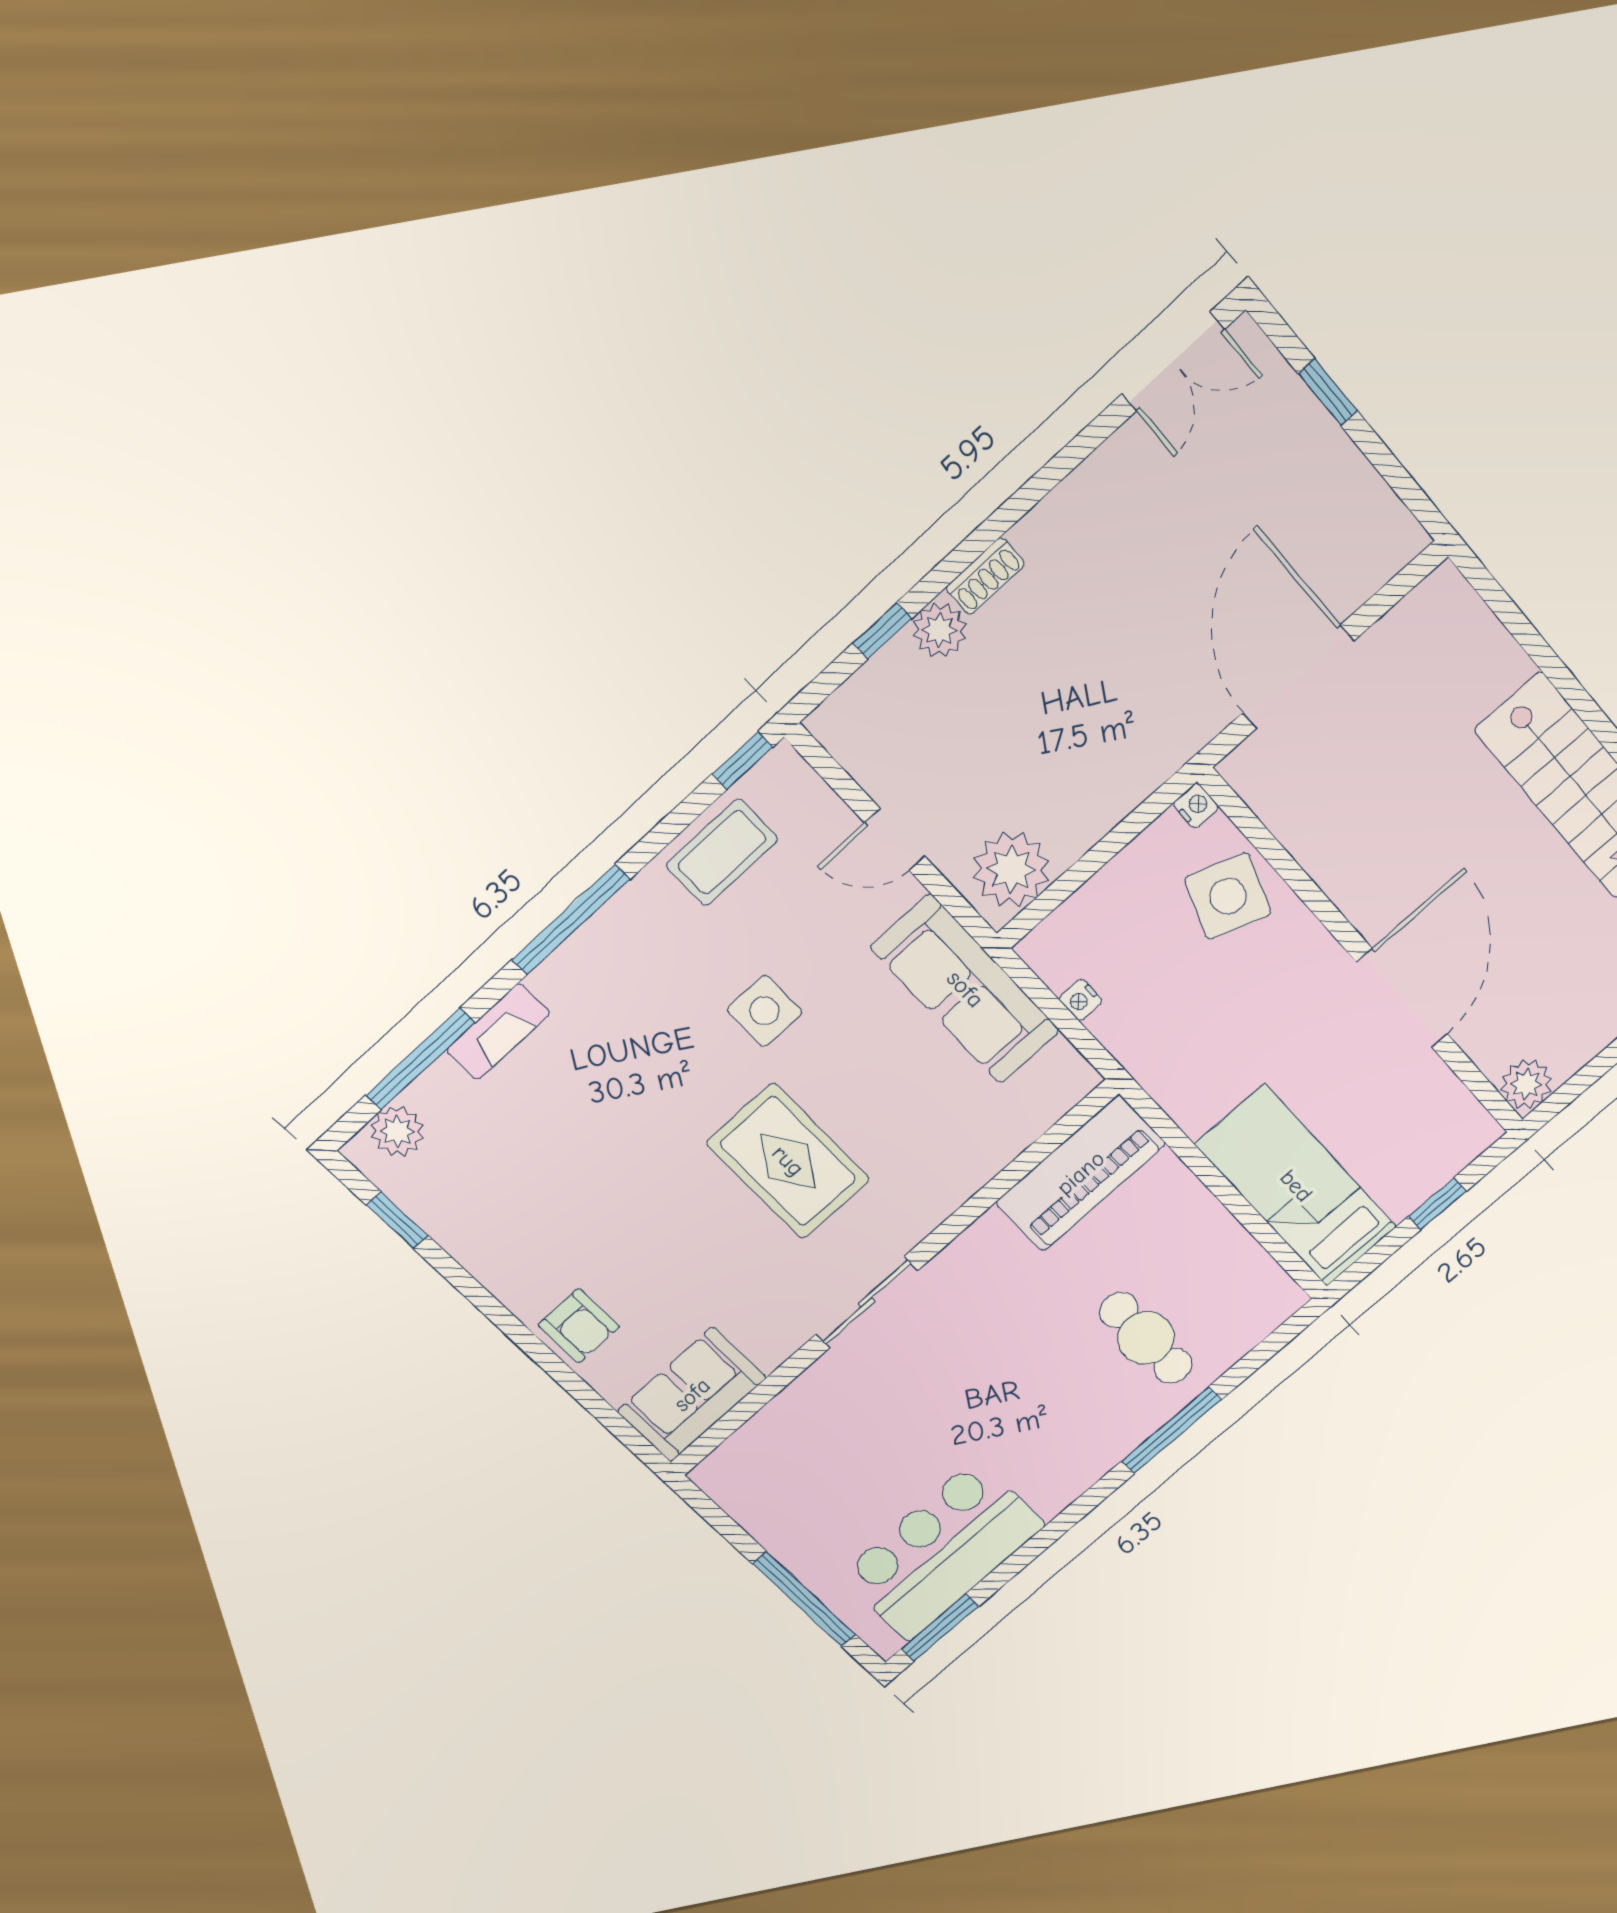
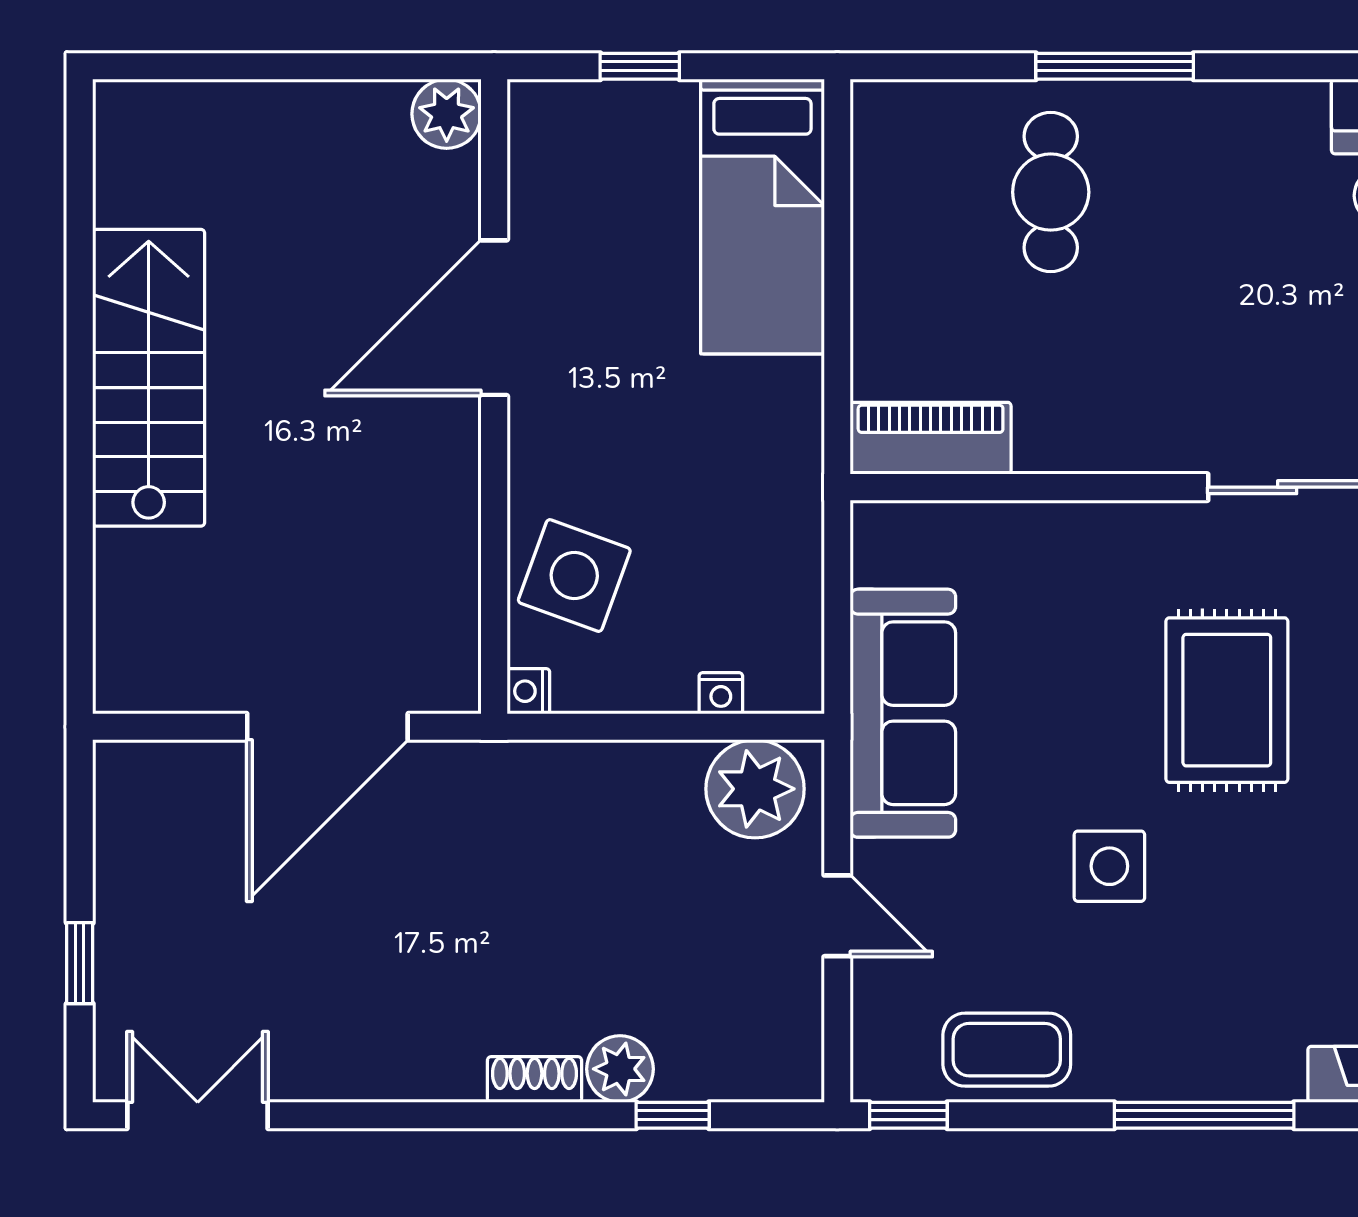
nightstand: (1081, 1000) -> (721, 693), moved, turned 90
piano: (1081, 1173) -> (931, 438), width x0.73, depth x0.75

